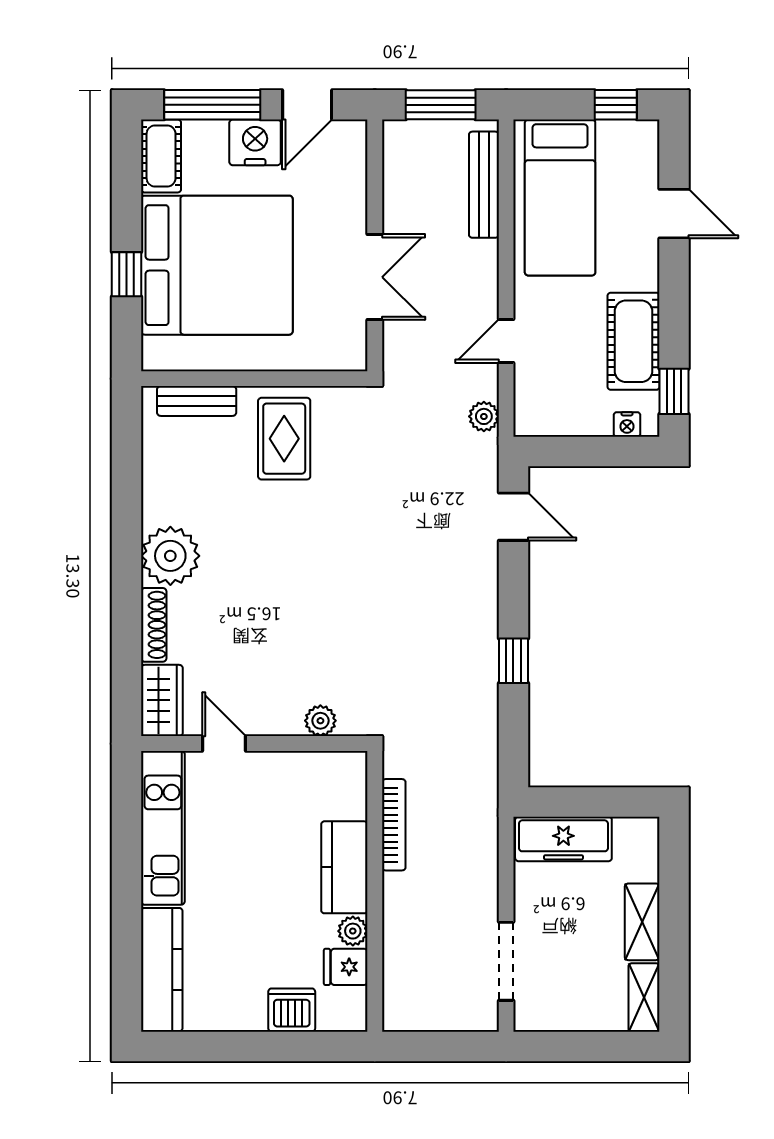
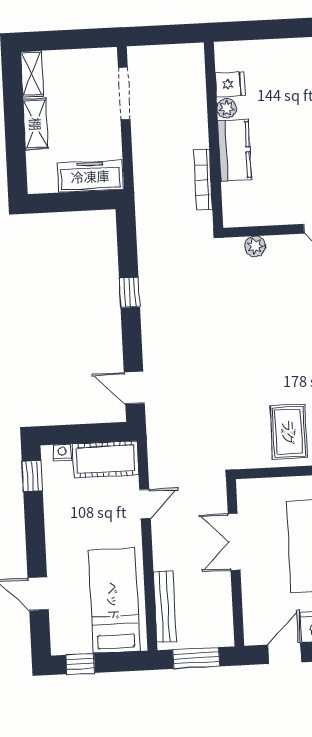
cot: (634, 341) -> (106, 459), moved, turned 90
plant: (484, 416) -> (157, 453), removed
dishwasher: (292, 1010) -> (264, 54), removed

